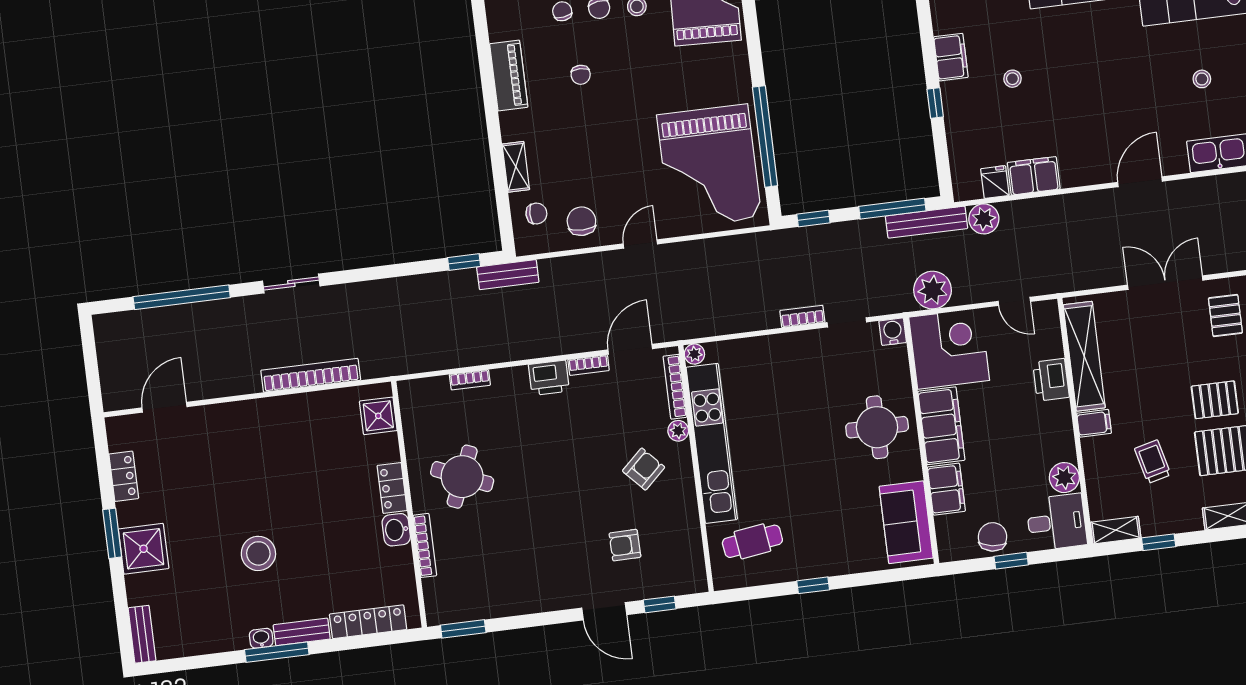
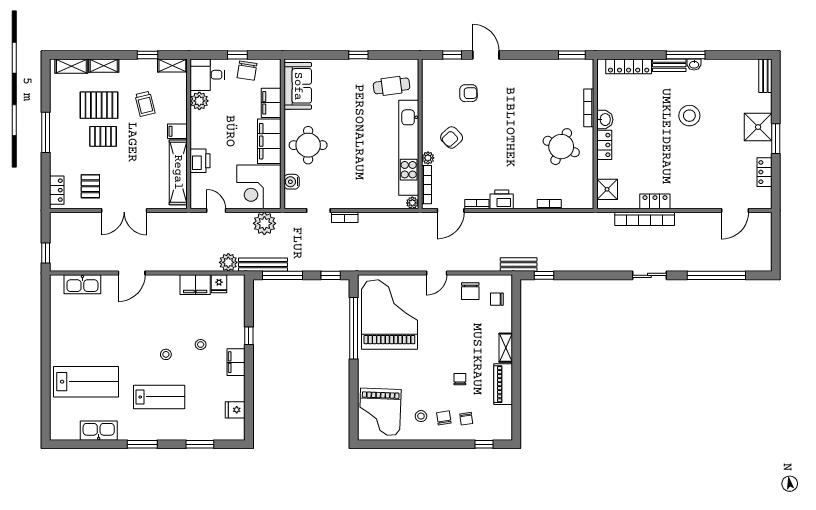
stool: (1202, 79) -> (166, 354), moved
shelving: (516, 167) -> (506, 348), moved
water cooler: (893, 332) -> (292, 182), moved, turned 90
locker: (297, 406) -> (655, 201), added

